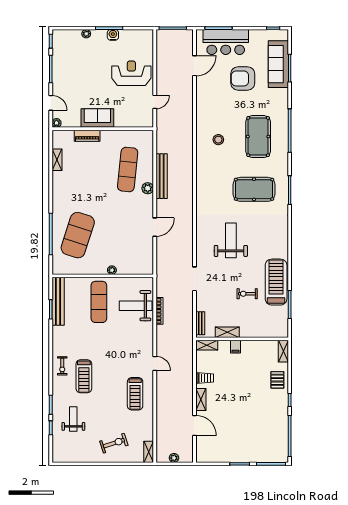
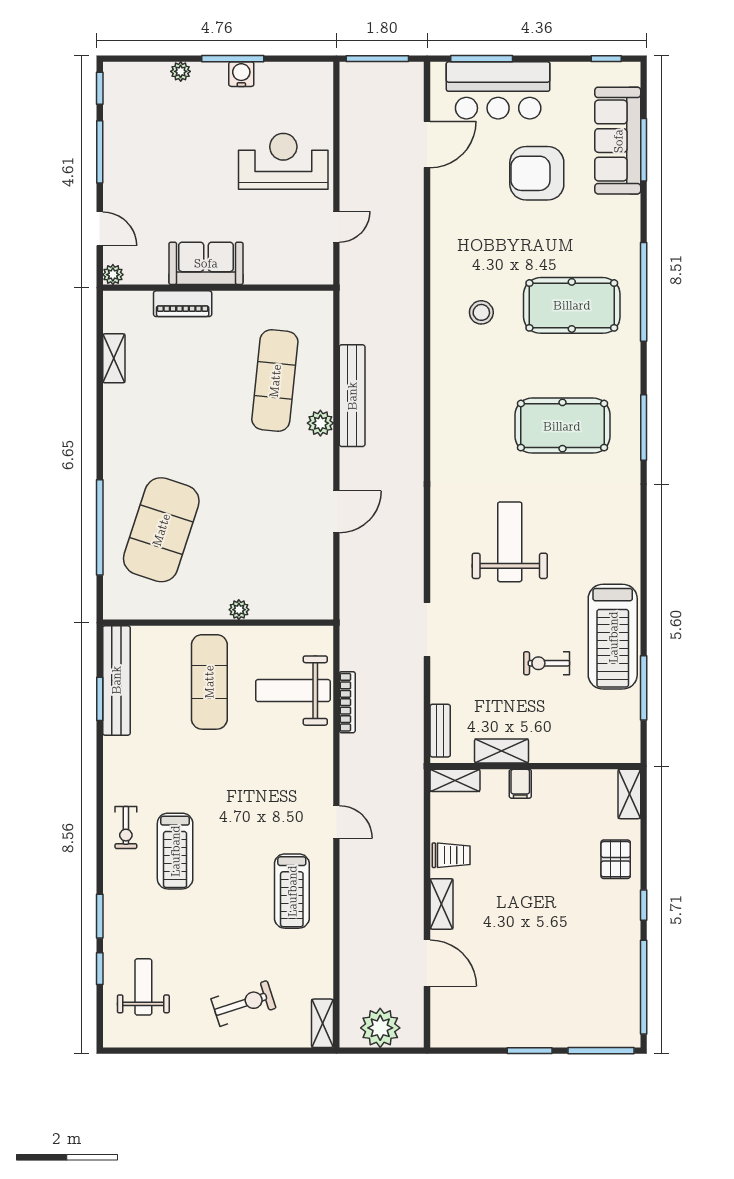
pool table: (258, 137) -> (572, 305), turned 90
treadmill: (276, 282) -> (613, 637), turned 180
weight bench: (73, 419) -> (143, 987), moved
plant: (174, 458) -> (380, 1028), width x1.88, depth x1.88

